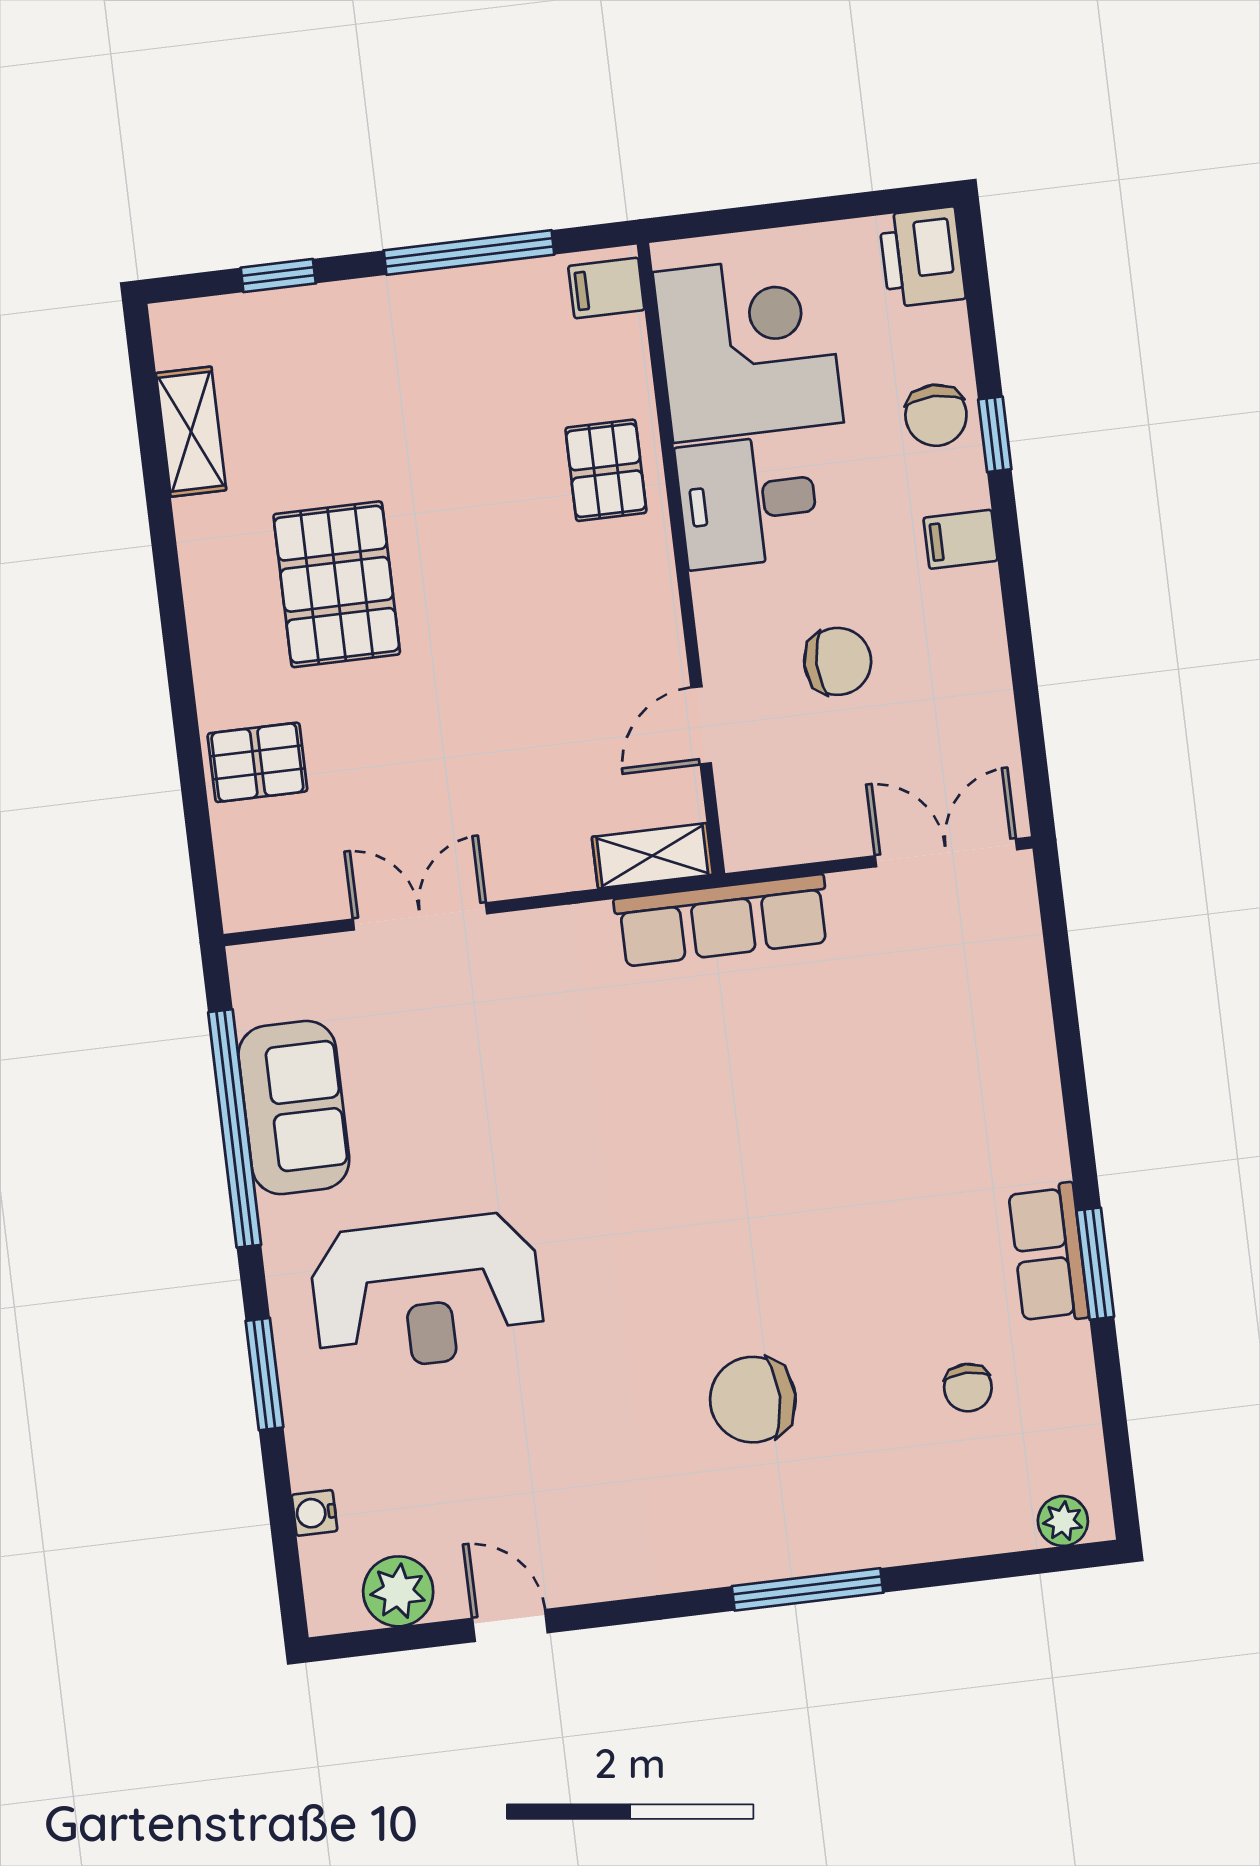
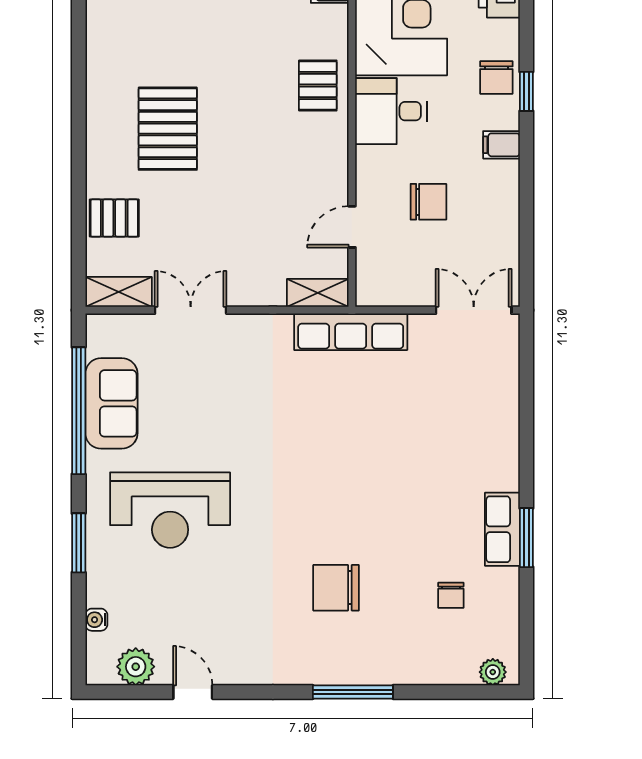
shelving: (191, 432) -> (119, 292), moved, turned 90

